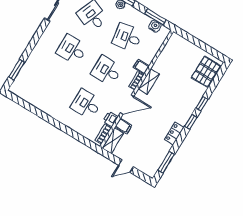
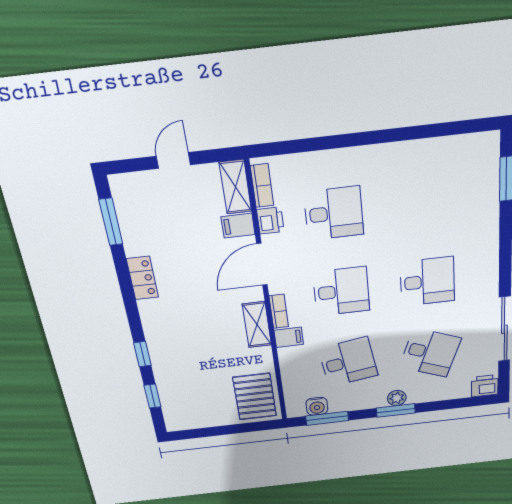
pallet: (206, 72) -> (255, 397), moved
window: (191, 122) -> (152, 396), moved

